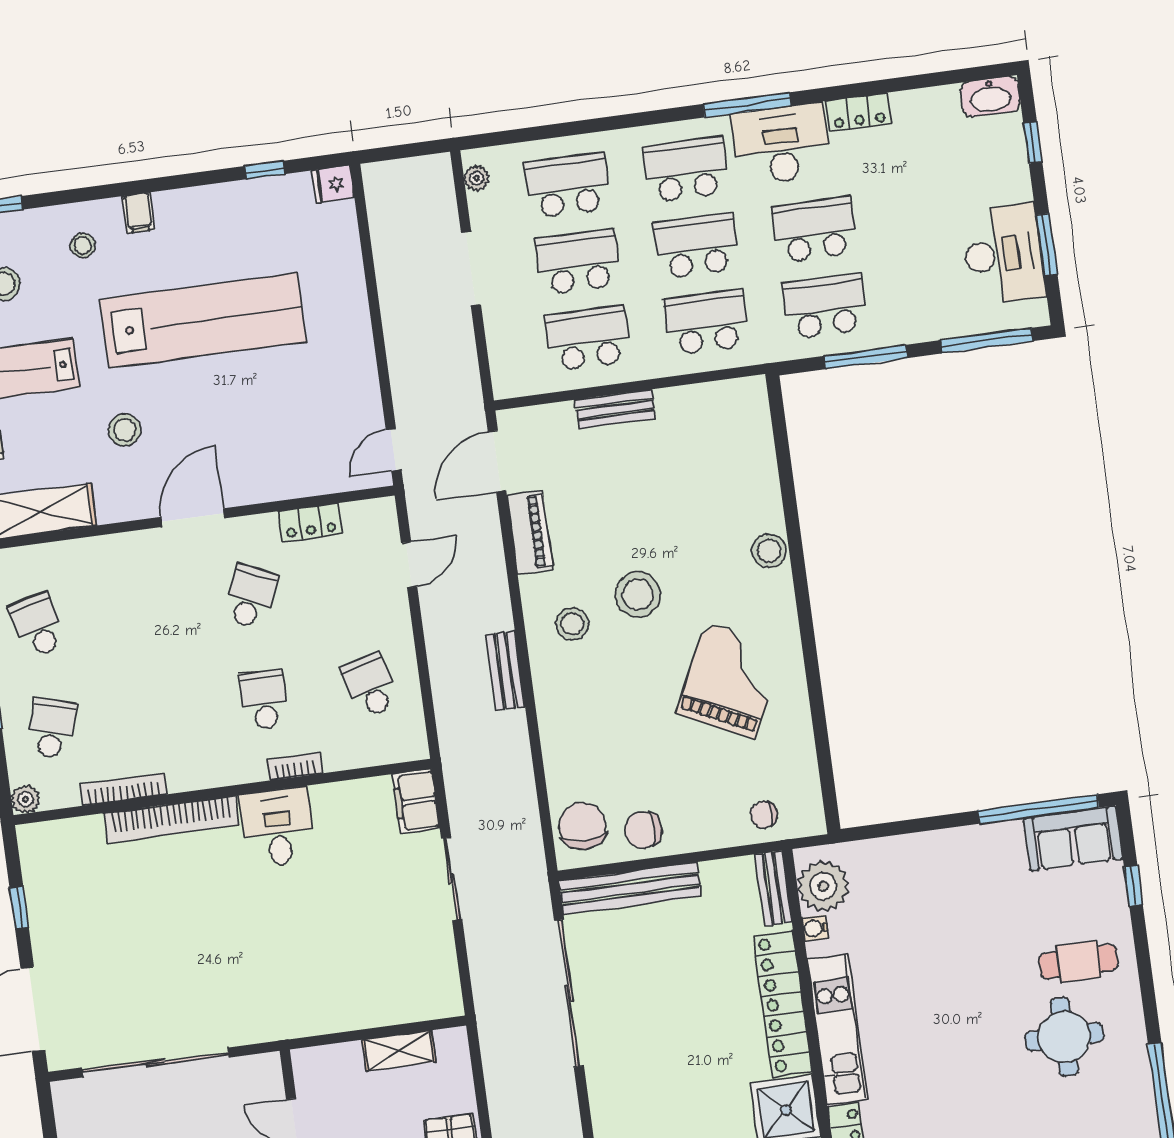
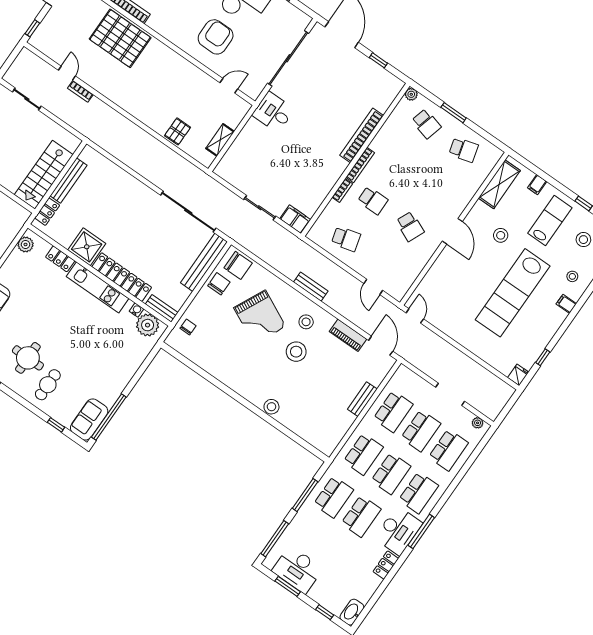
locker: (310, 522) -> (416, 268), removed
grand piano: (730, 681) -> (260, 317), moved
bookcase: (123, 789) -> (360, 165), moved
desk: (278, 827) -> (273, 112), moved, turned 180

